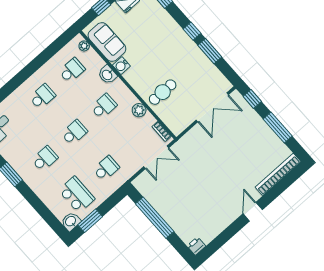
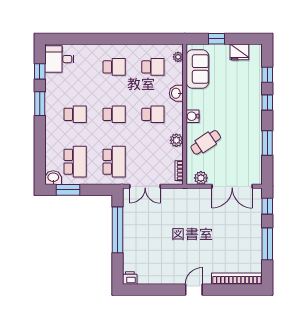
window: (192, 31) -> (267, 102), moved
water cooler: (121, 66) -> (193, 116), moved
cafe table: (163, 92) -> (206, 142), turned -34
plant: (183, 122) -> (201, 178), added
double door: (156, 157) -> (145, 186), moved
school desk: (106, 168) -> (114, 162), width x1.85

